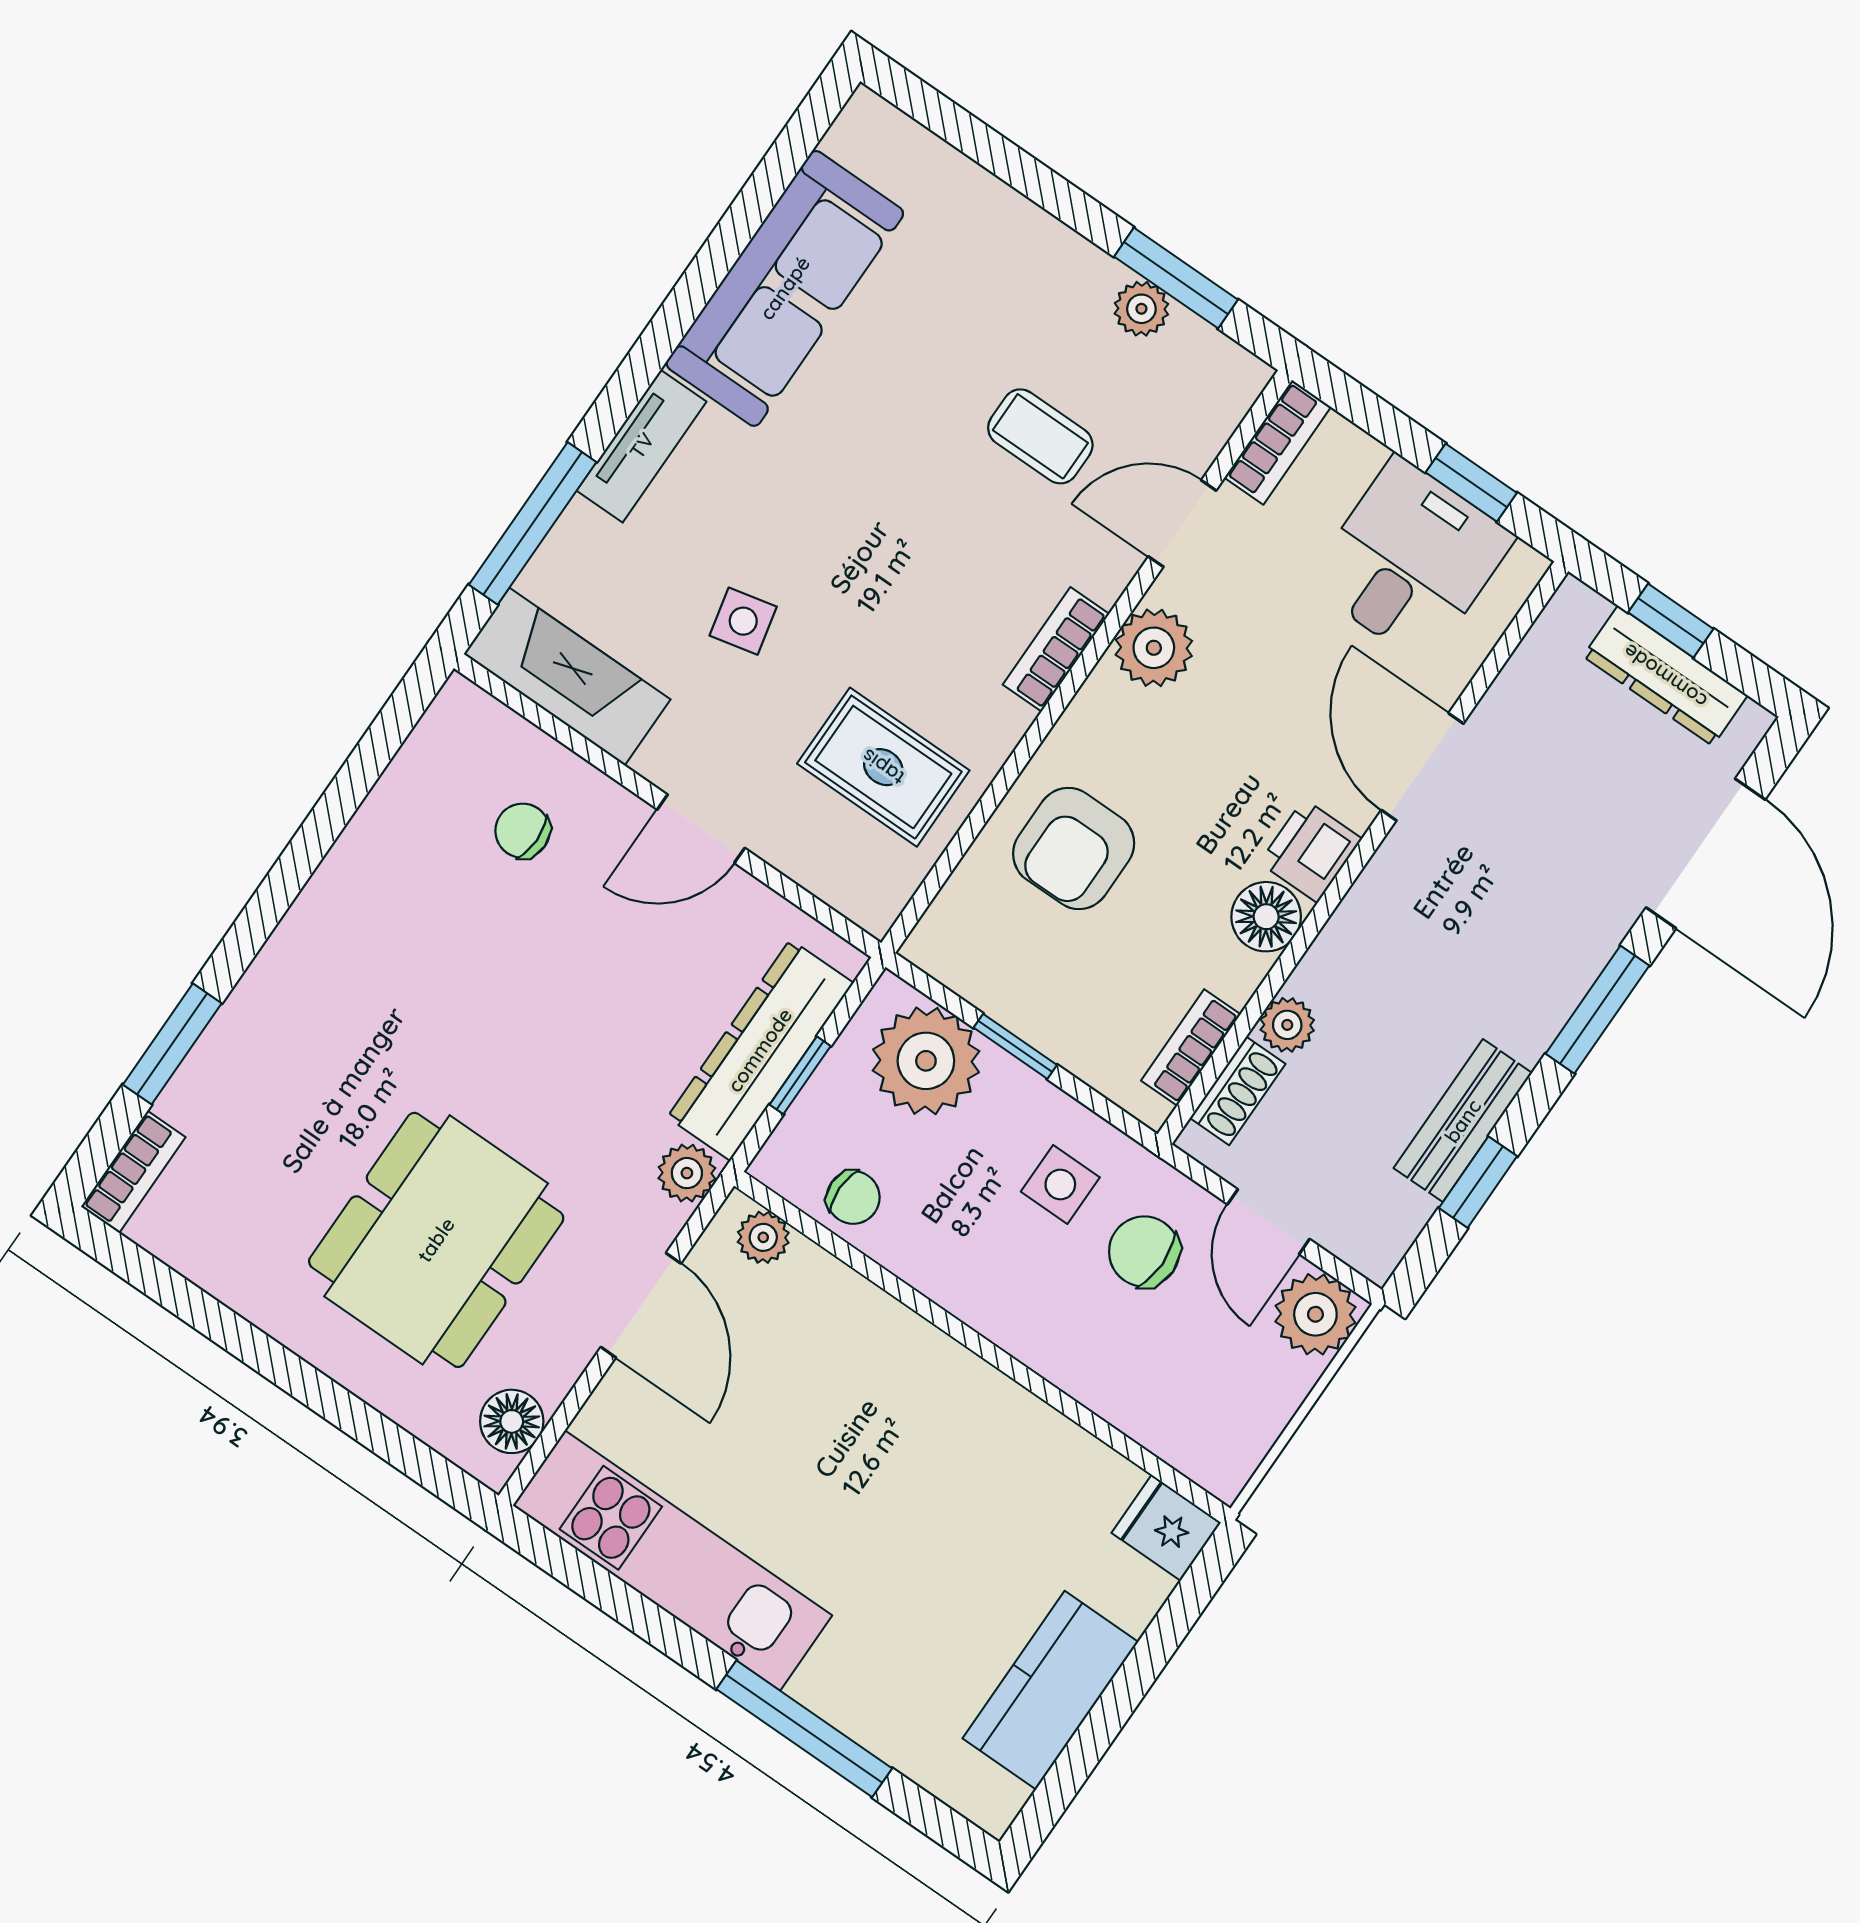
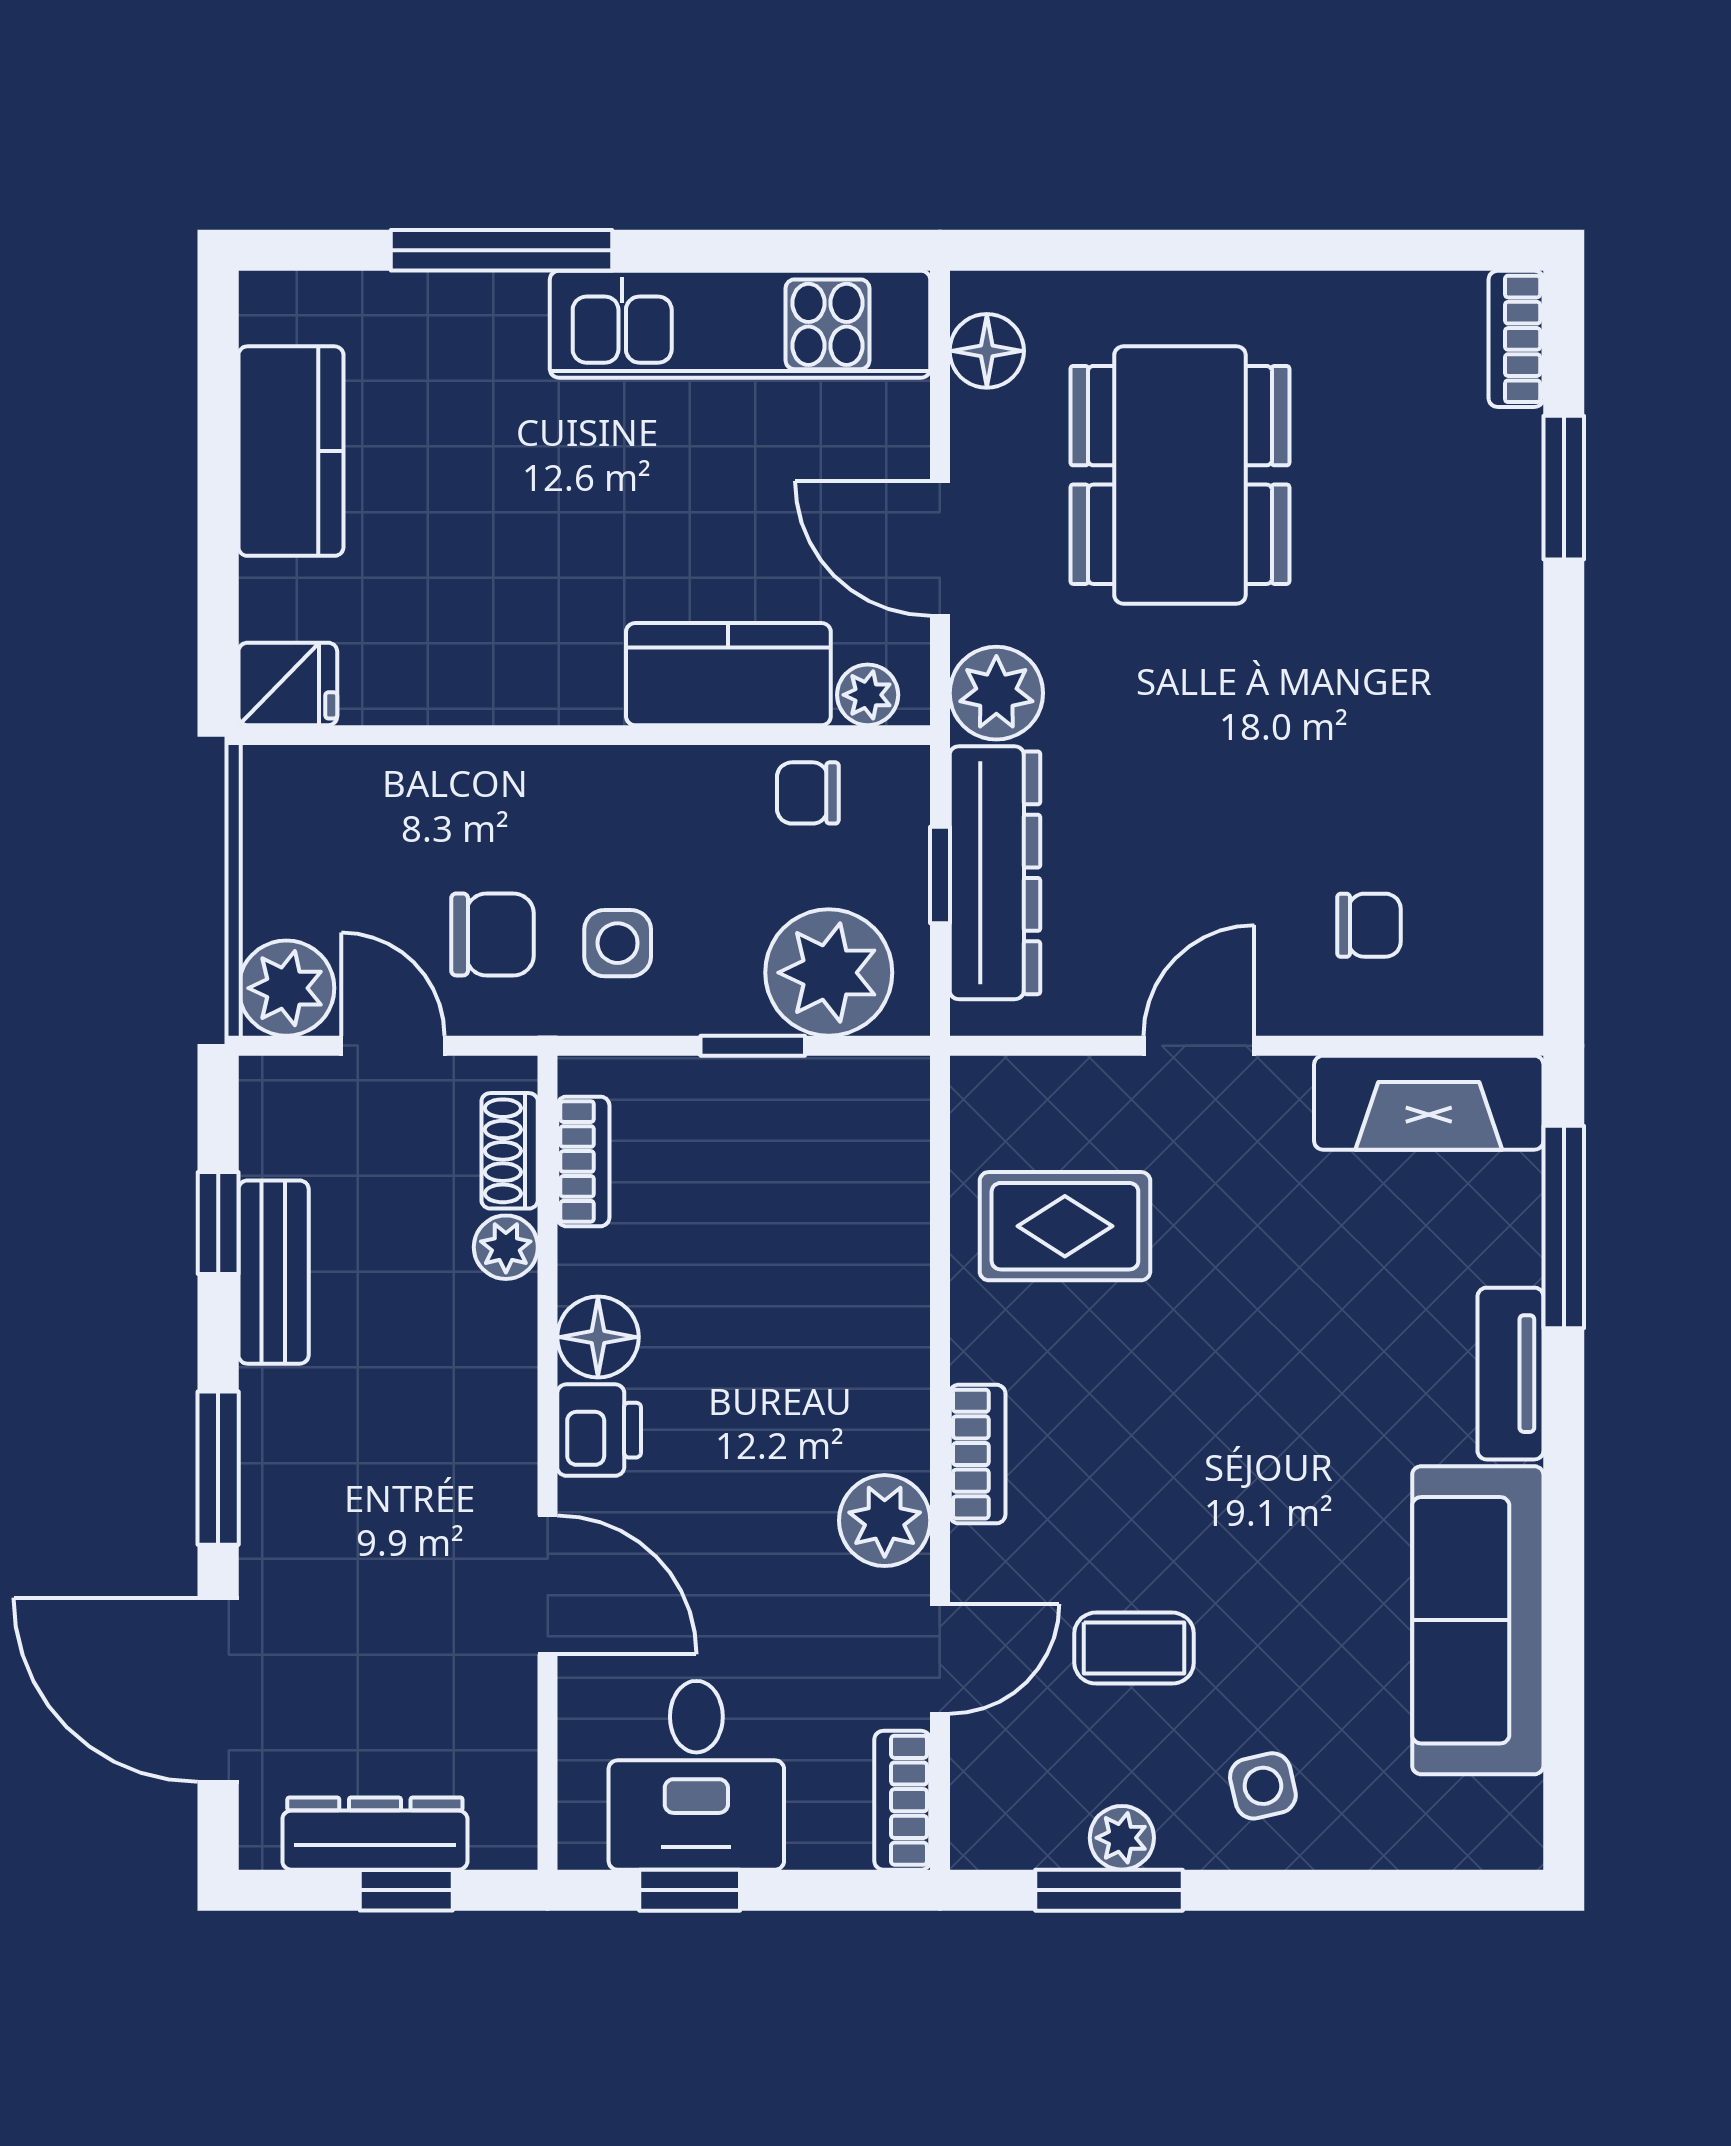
side table: (743, 621) -> (1263, 1786), moved
armchair: (1074, 848) -> (828, 1275), removed
plant: (687, 1173) -> (996, 693), width x1.38, depth x1.38
kitchen counter: (851, 1320) -> (728, 674), added

